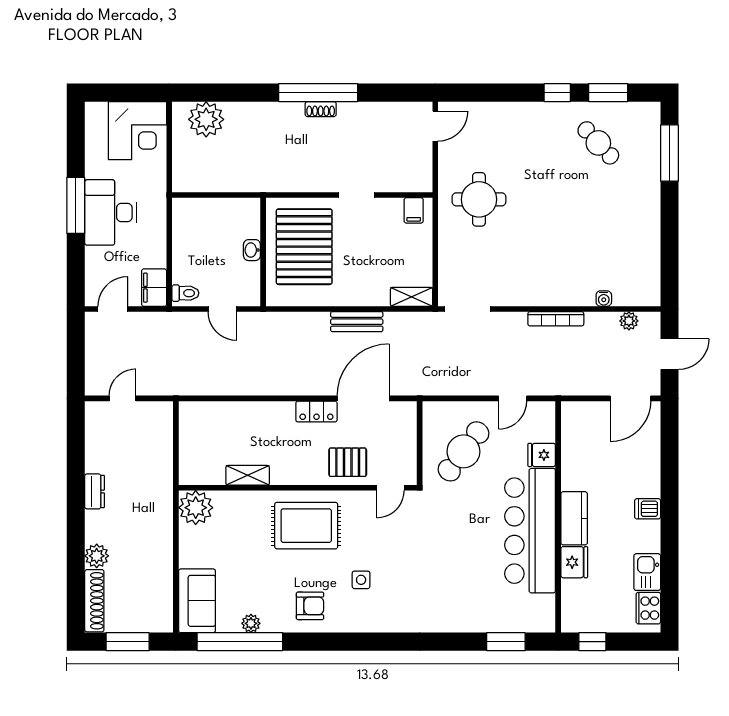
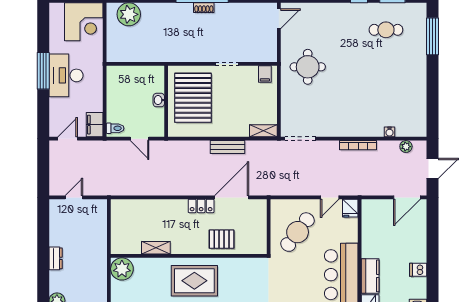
cafe table: (598, 143) -> (386, 30), turned -47
fridge: (542, 455) -> (350, 208), moved, turned -90
door: (390, 488) -> (250, 256), removed

